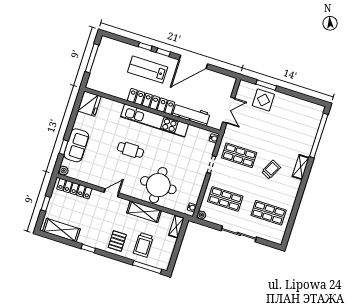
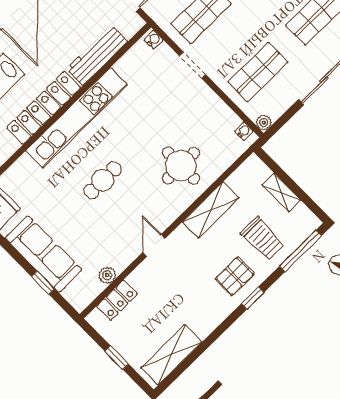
sofa: (76, 145) -> (44, 254), width x1.36
plant: (64, 171) -> (107, 275), moved
round table: (158, 185) -> (181, 166), width x0.73, depth x0.73
locker: (74, 189) -> (117, 300), width x0.66
shelving: (176, 227) -> (281, 193), moved
pallet: (117, 241) -> (235, 276), turned 90
window: (88, 248) -> (253, 298), moved

